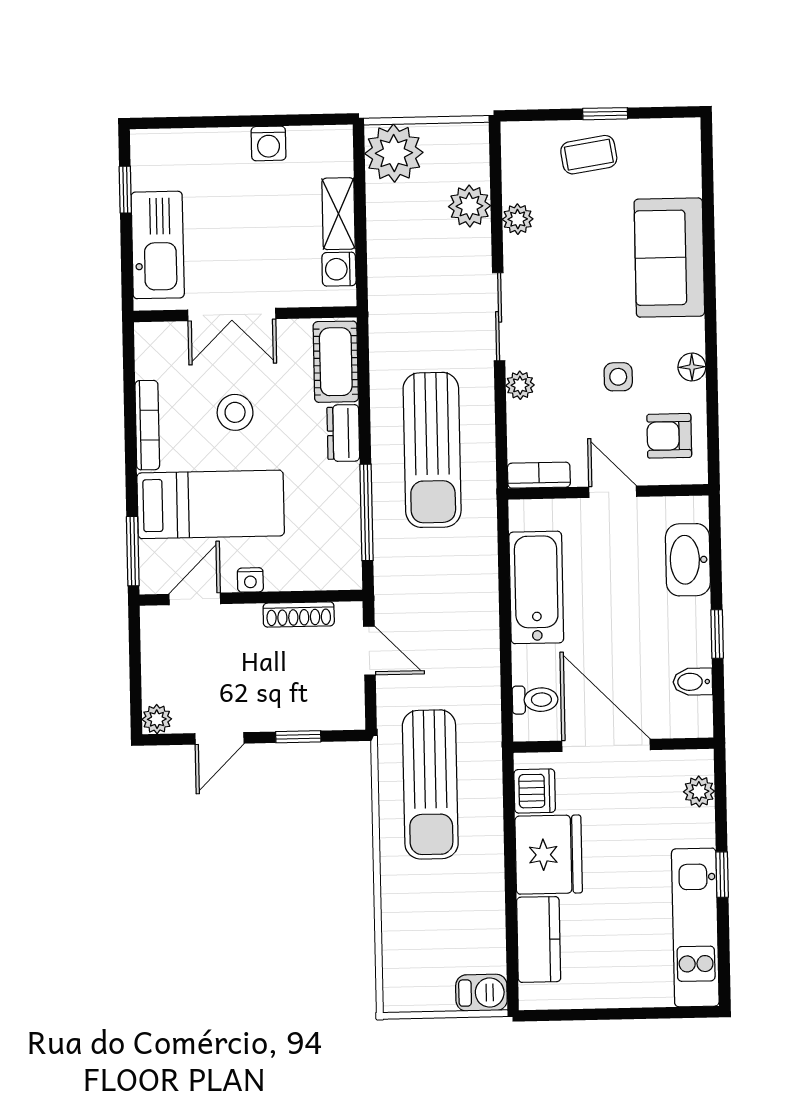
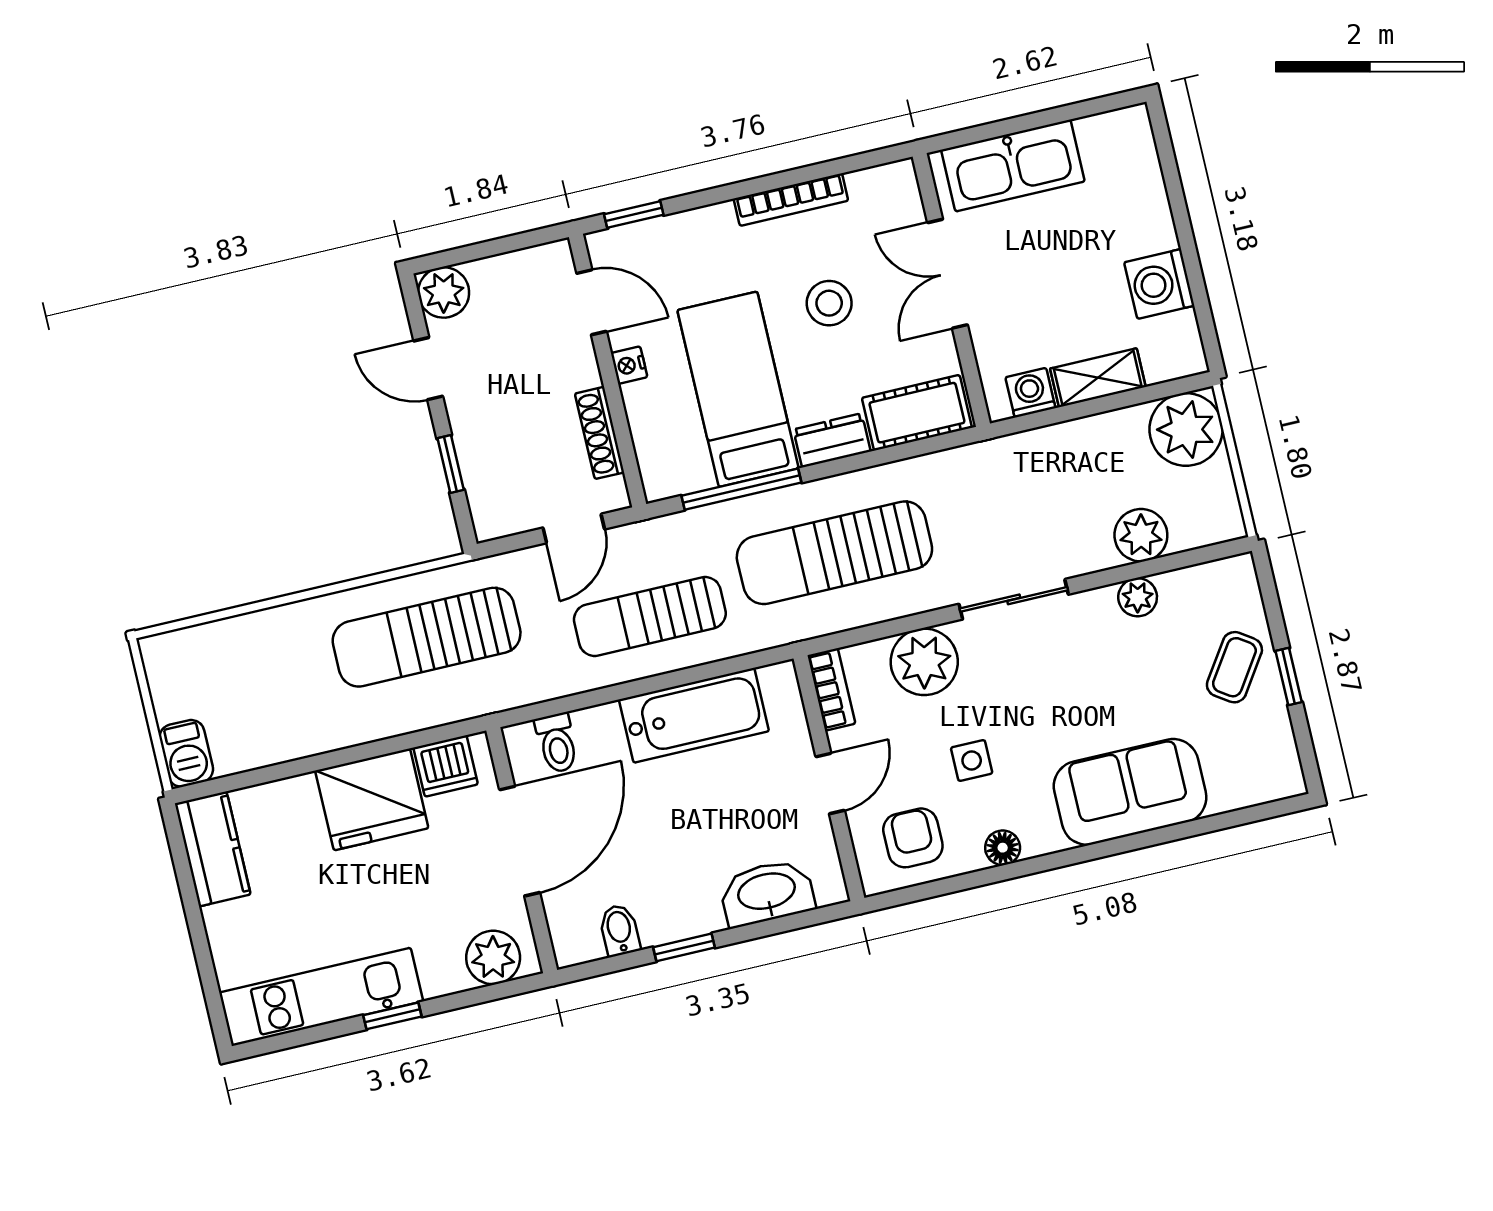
washing machine: (268, 143) -> (1159, 284), width x1.38, depth x1.38
coffee table: (589, 155) -> (1234, 667), turned 43
window: (125, 190) -> (1072, 112), removed
plant: (520, 385) -> (924, 662), width x1.88, depth x1.88
bed: (211, 504) -> (738, 389), moved, turned 180
window: (133, 551) -> (634, 215), width x0.67
sun lounger: (451, 606) -> (650, 616), added
plant: (157, 719) -> (444, 292), width x1.38, depth x1.38
plant: (699, 791) -> (493, 957), width x1.38, depth x1.38
kitchen counter: (539, 939) -> (213, 849), moved, turned -90

